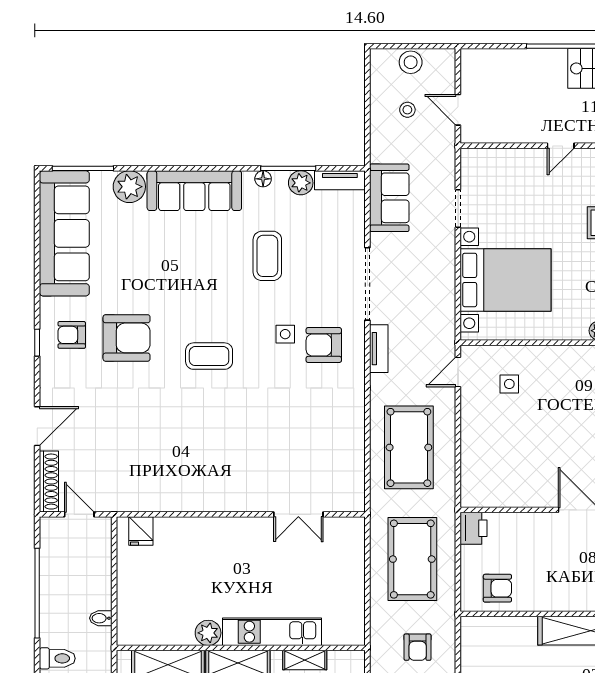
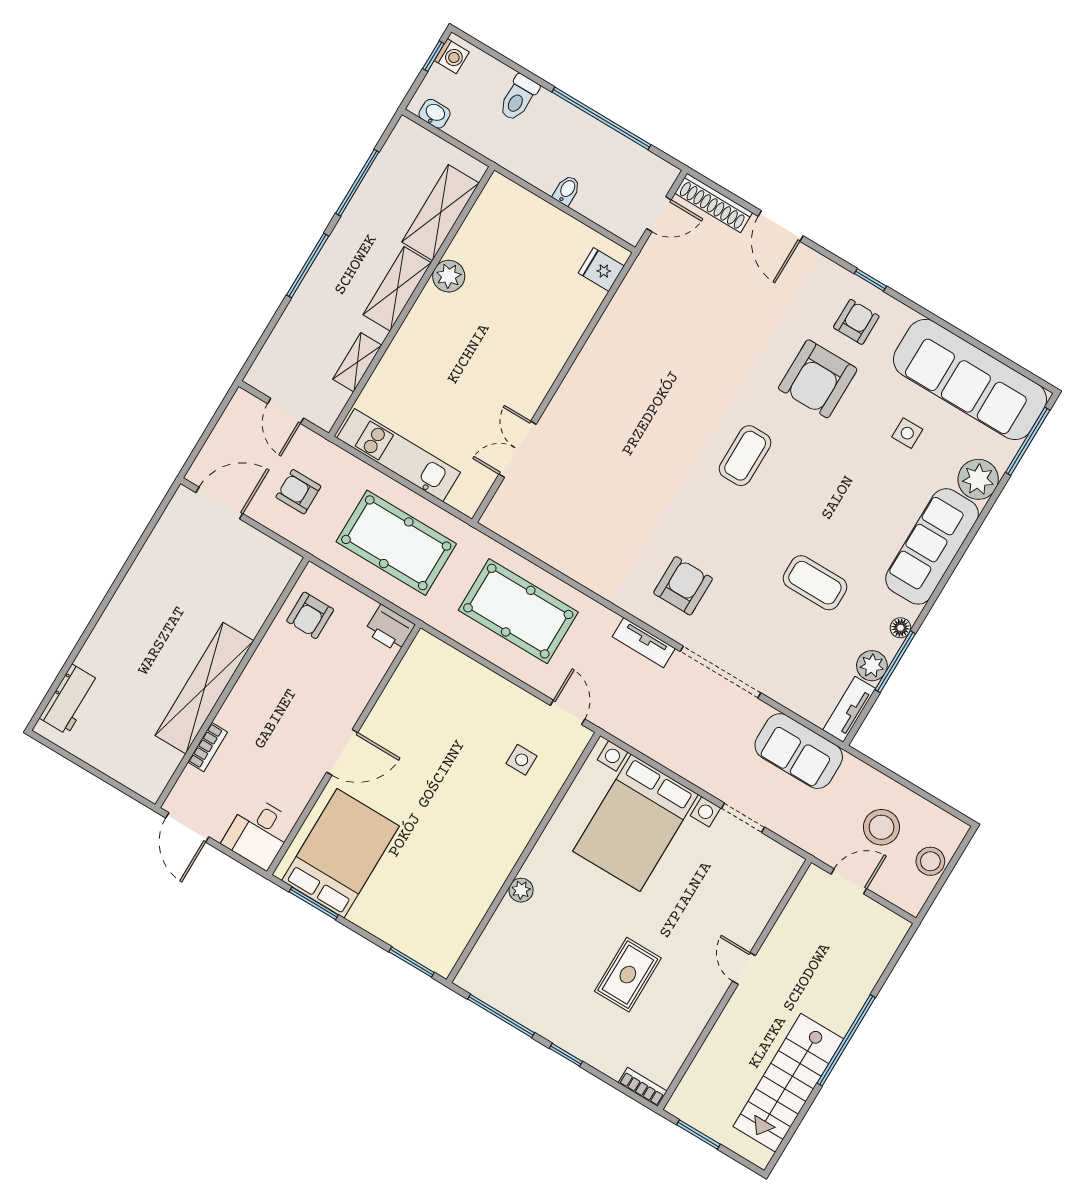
stool: (407, 110) -> (881, 827), width x1.89, depth x1.89
side table: (285, 334) -> (907, 433), moved
bidet: (101, 618) -> (567, 190), moved
kitchen unit: (272, 632) -> (399, 455), moved, turned -90

